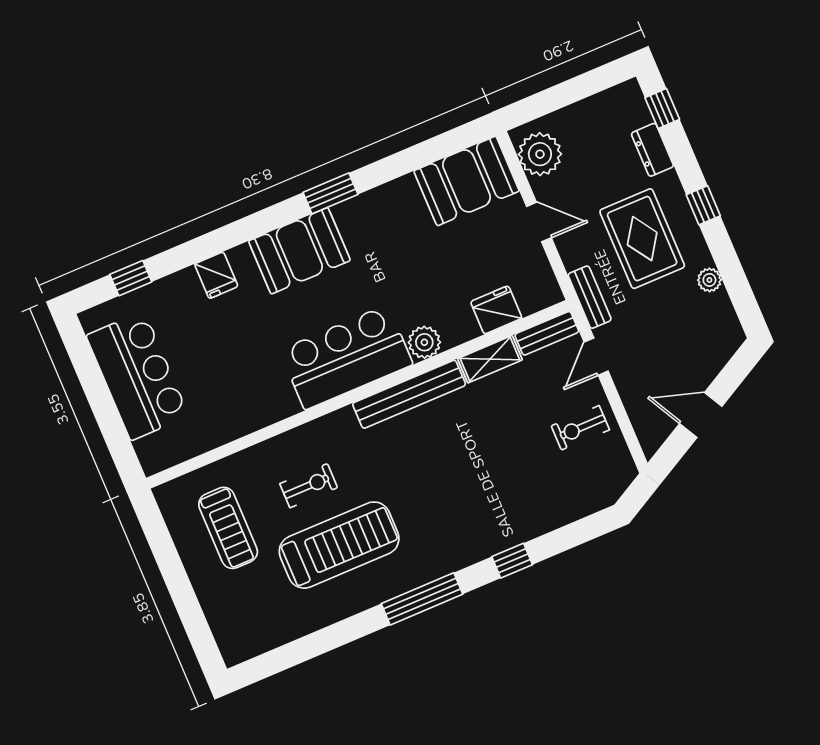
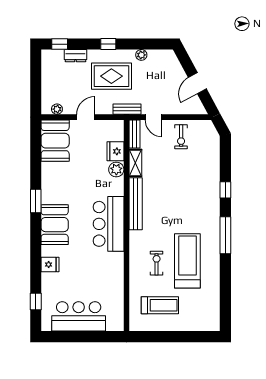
plant: (540, 154) -> (57, 109), width x0.53, depth x0.53
plant: (424, 342) -> (116, 169), moved

